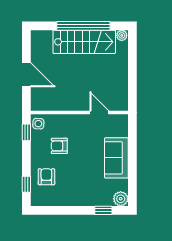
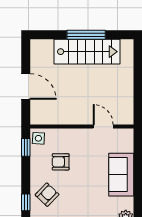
window: (83, 26) -> (86, 35), width x0.68
plant: (122, 35) -> (127, 45), removed
armchair: (46, 177) -> (47, 195), turned 44

